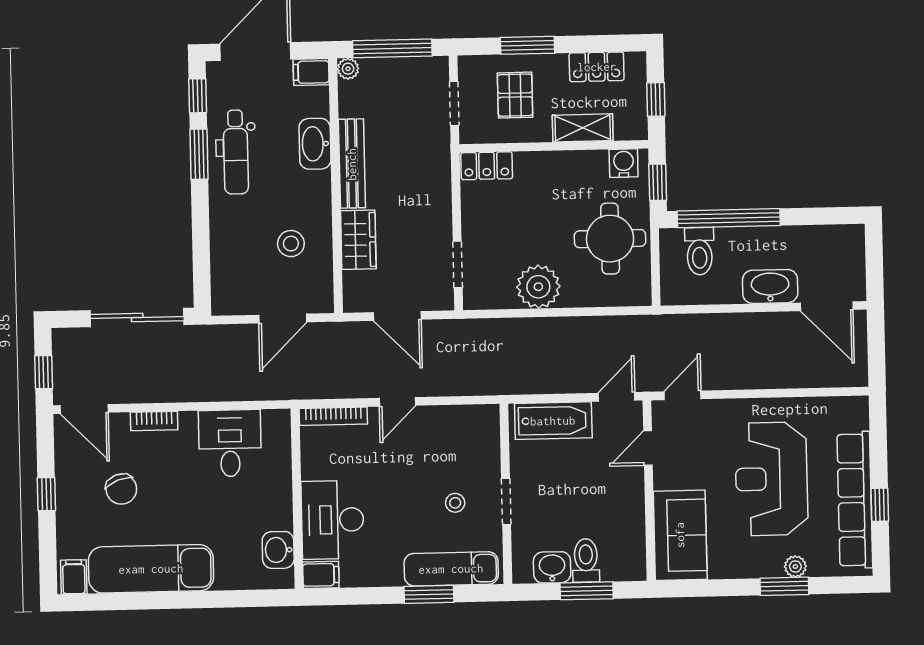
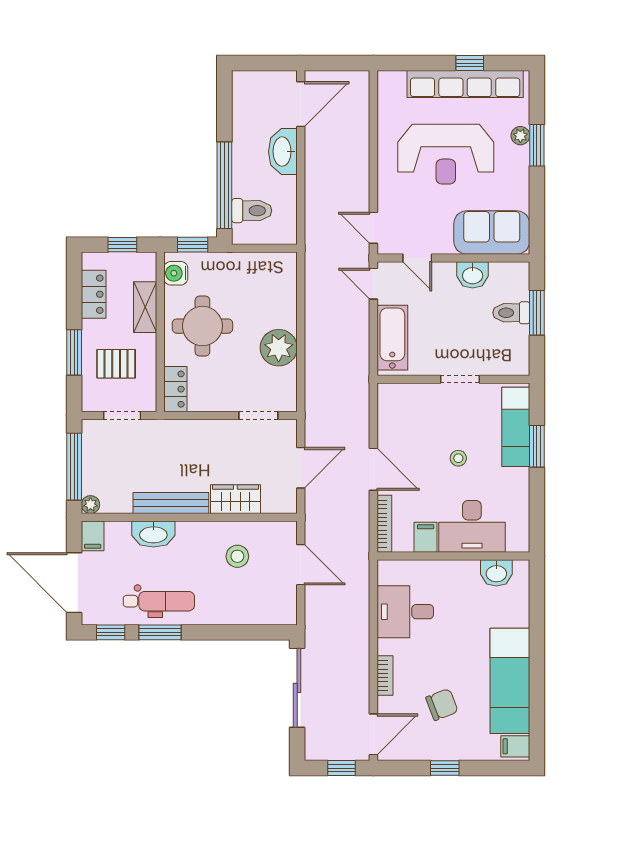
round table: (610, 239) -> (202, 326), moved
door: (397, 402) -> (373, 469), width x1.38
stool: (455, 503) -> (458, 458), moved
washbasin: (552, 567) -> (473, 275), moved, turned -90
filing cabinet: (321, 575) -> (426, 537), moved

